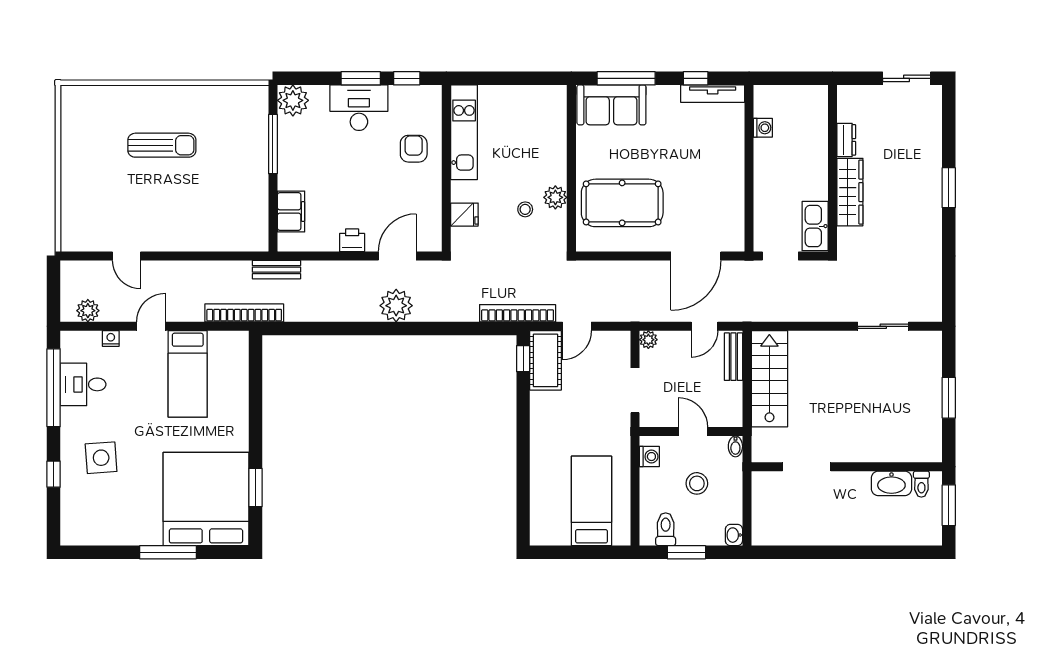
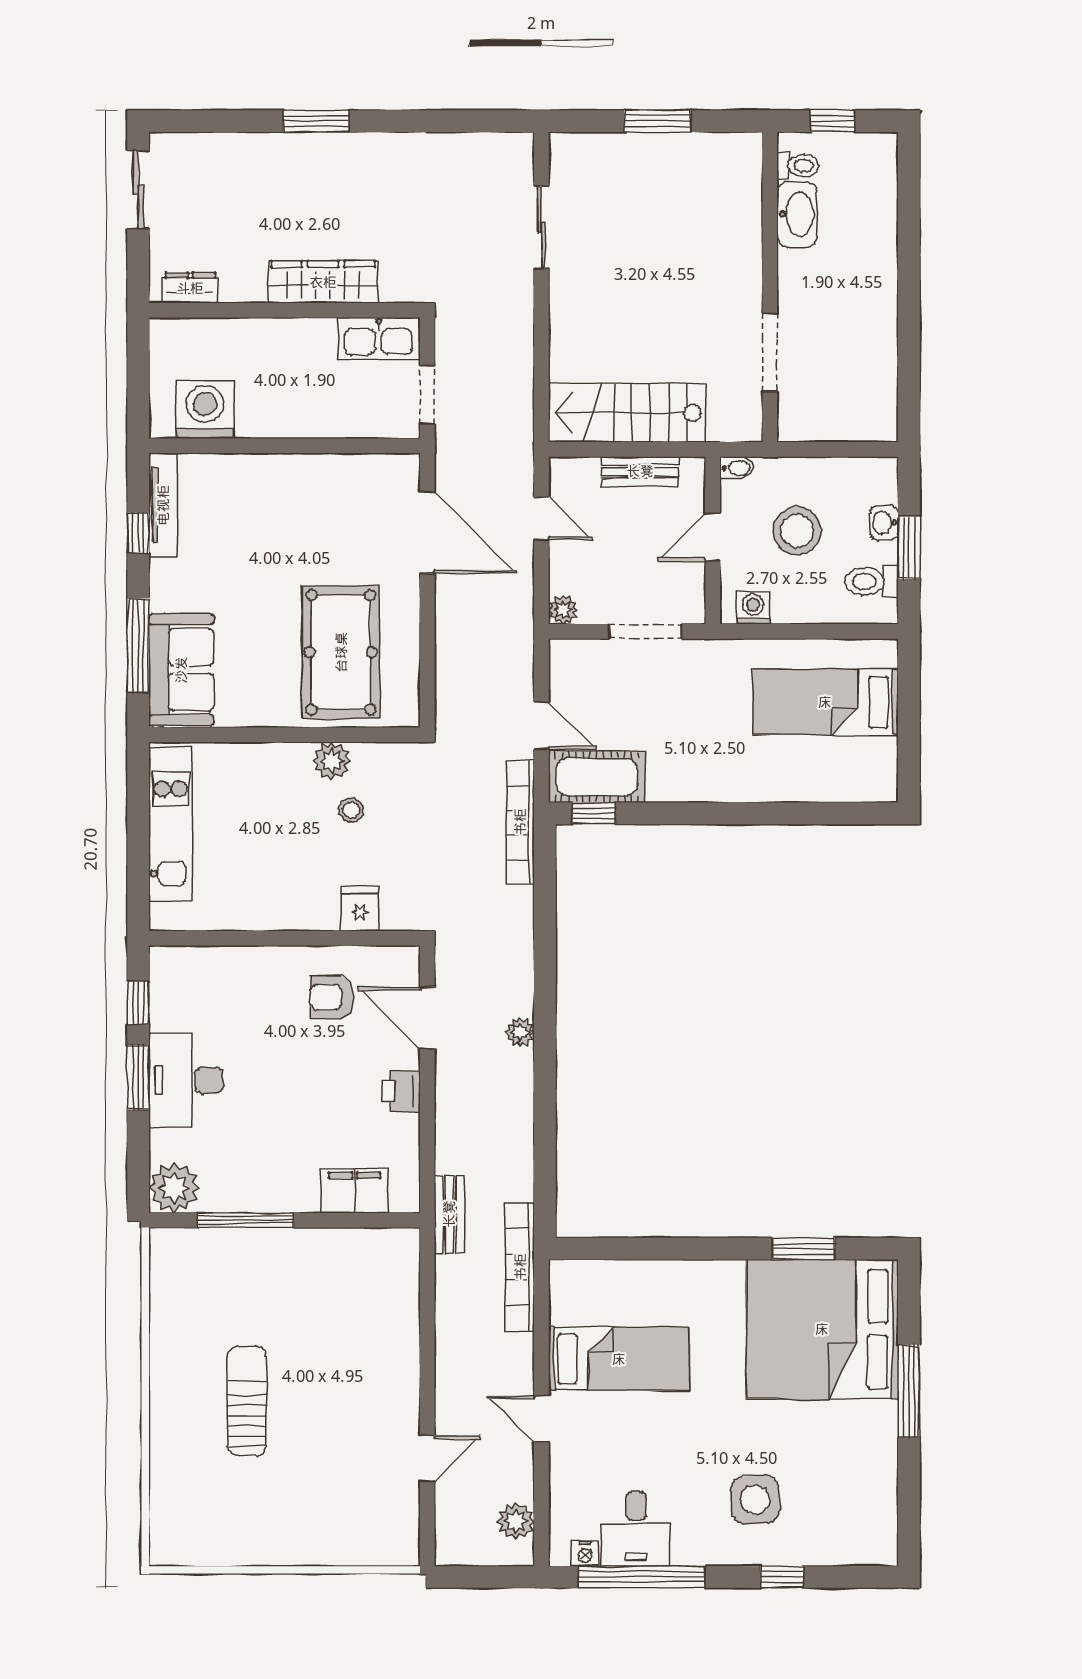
washing machine: (763, 128) -> (205, 410), width x1.89, depth x1.89
kitchen unit: (464, 132) -> (171, 824), moved, turned 90
dresser: (846, 140) -> (190, 288), moved
armchair: (414, 149) -> (332, 997), moved
plant: (396, 306) -> (520, 1032), width x0.53, depth x0.53
nightstand: (111, 339) -> (585, 1553), moved, turned -90
bench: (733, 357) -> (640, 471), moved
stool: (697, 483) -> (797, 531), width x1.38, depth x1.38
window: (949, 505) -> (832, 121), width x0.67
washbasin: (734, 535) -> (884, 523), moved, turned 90

